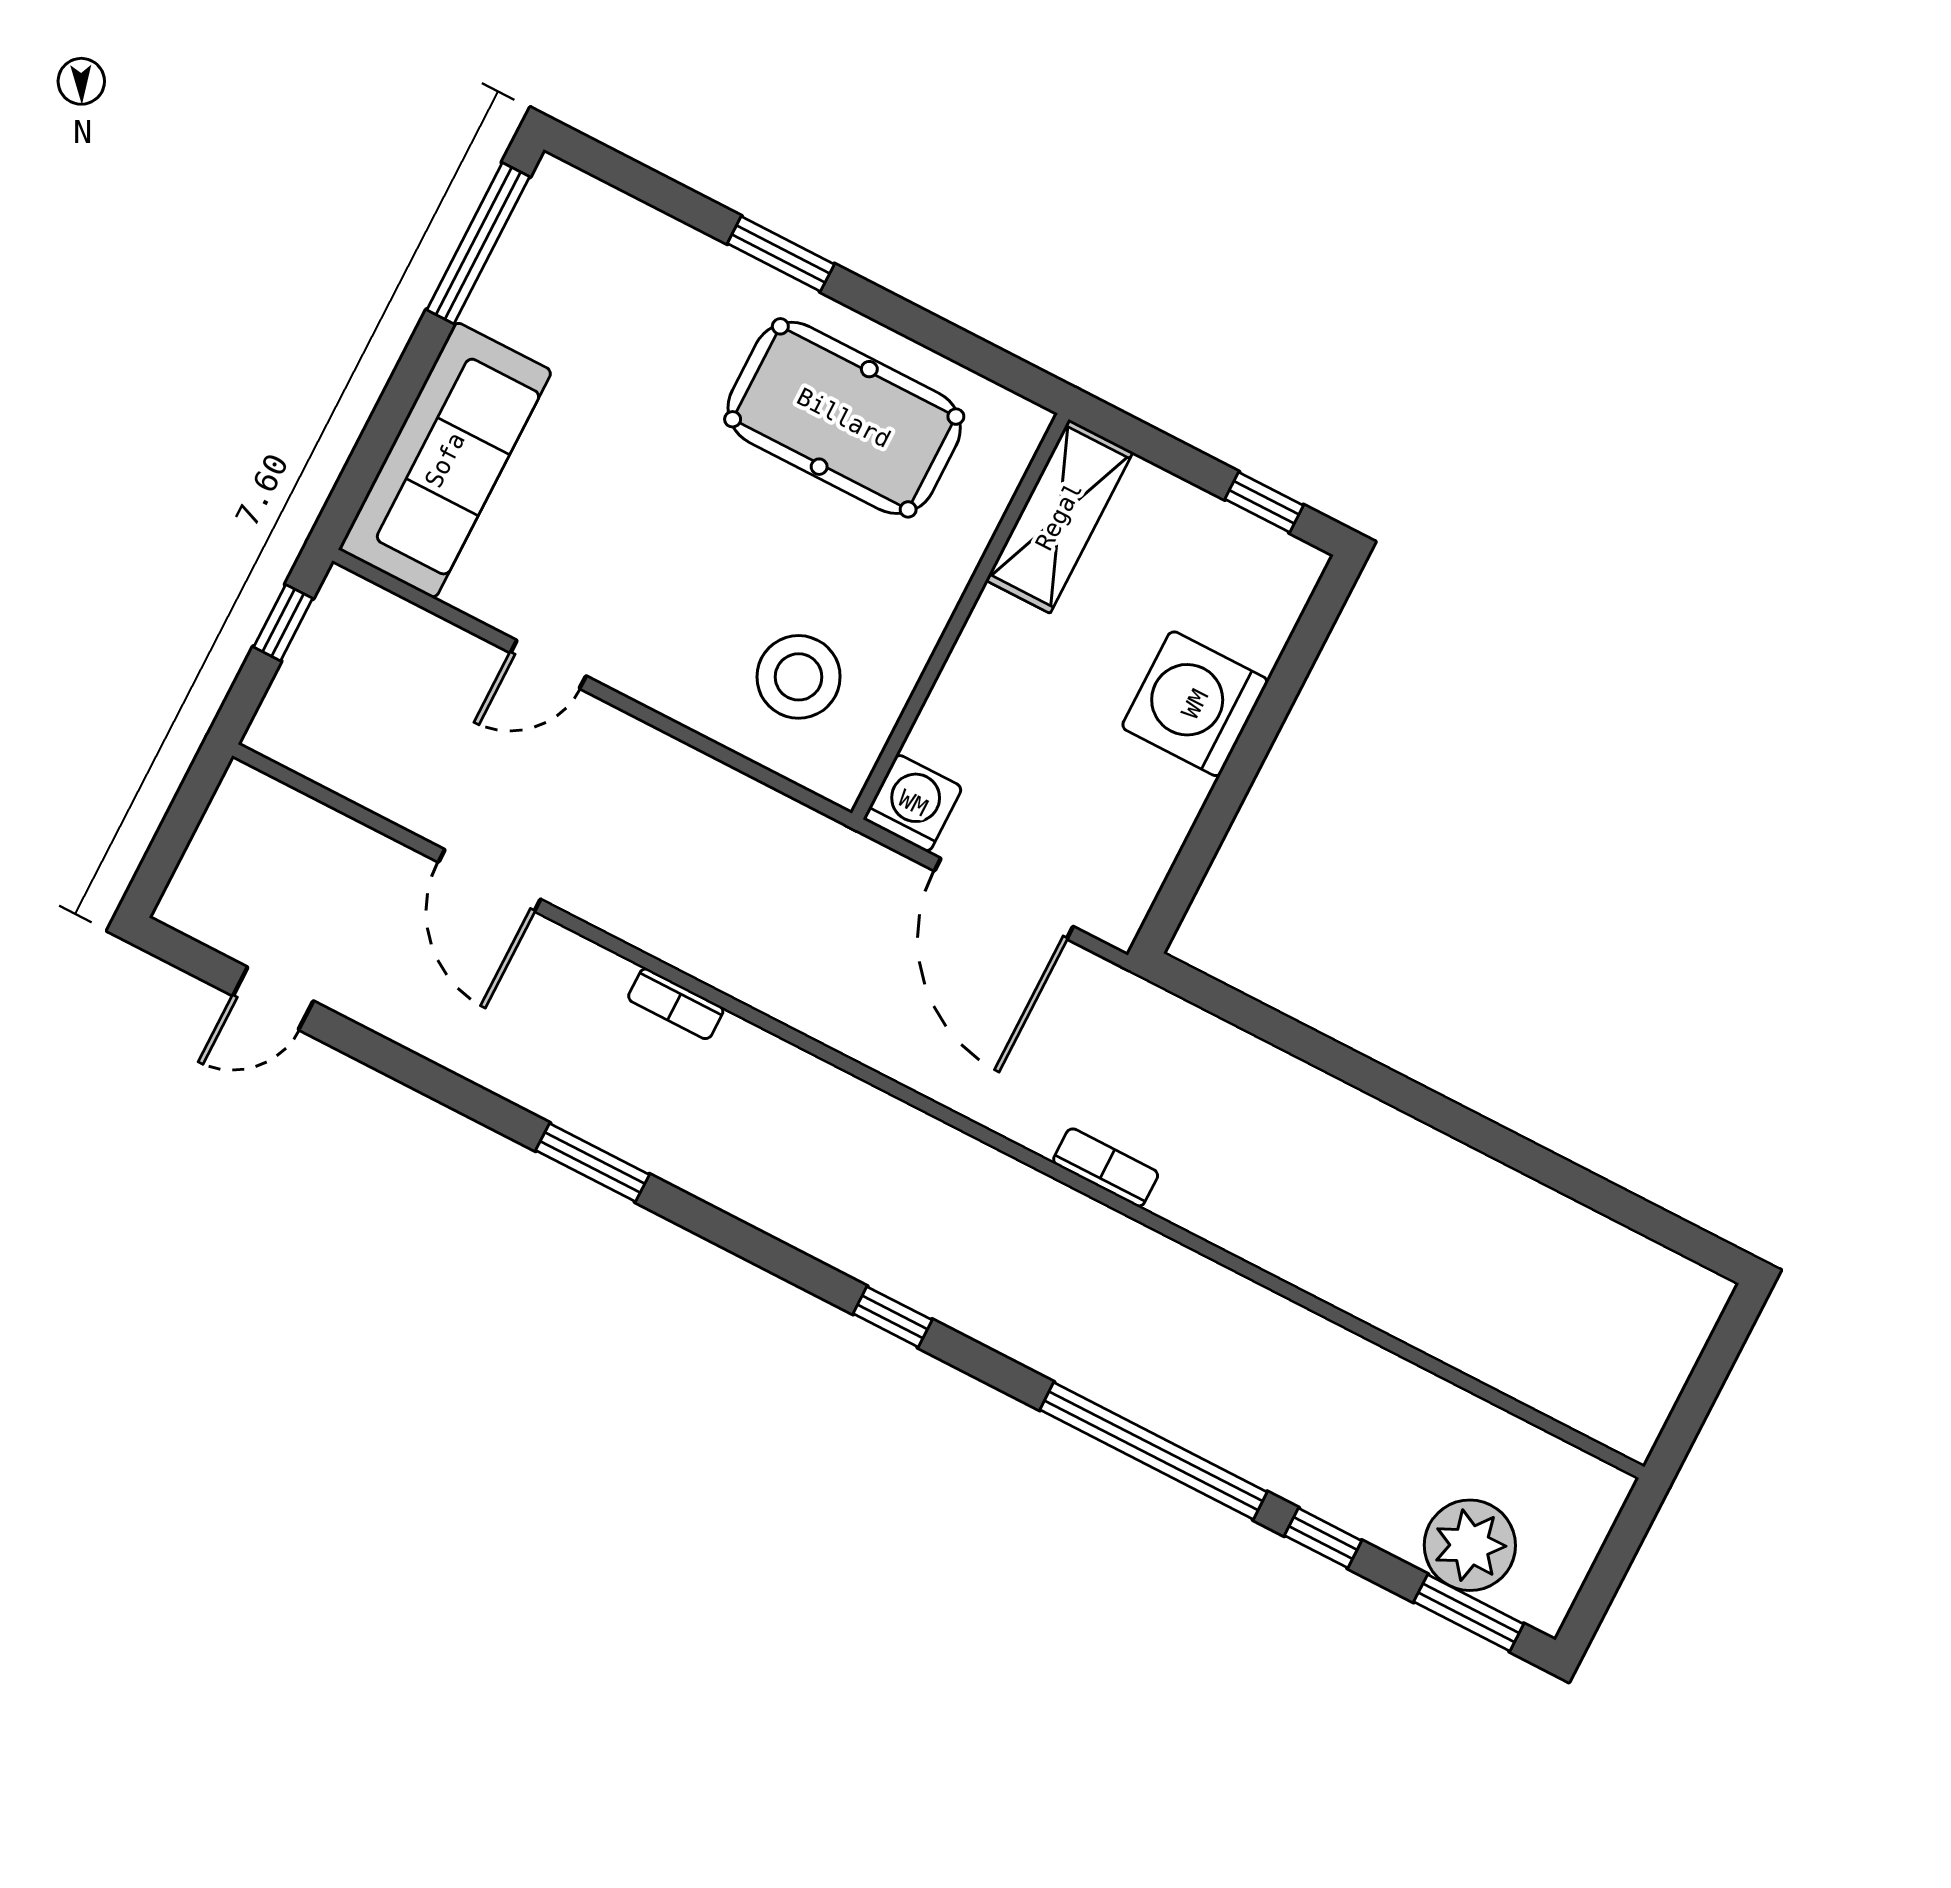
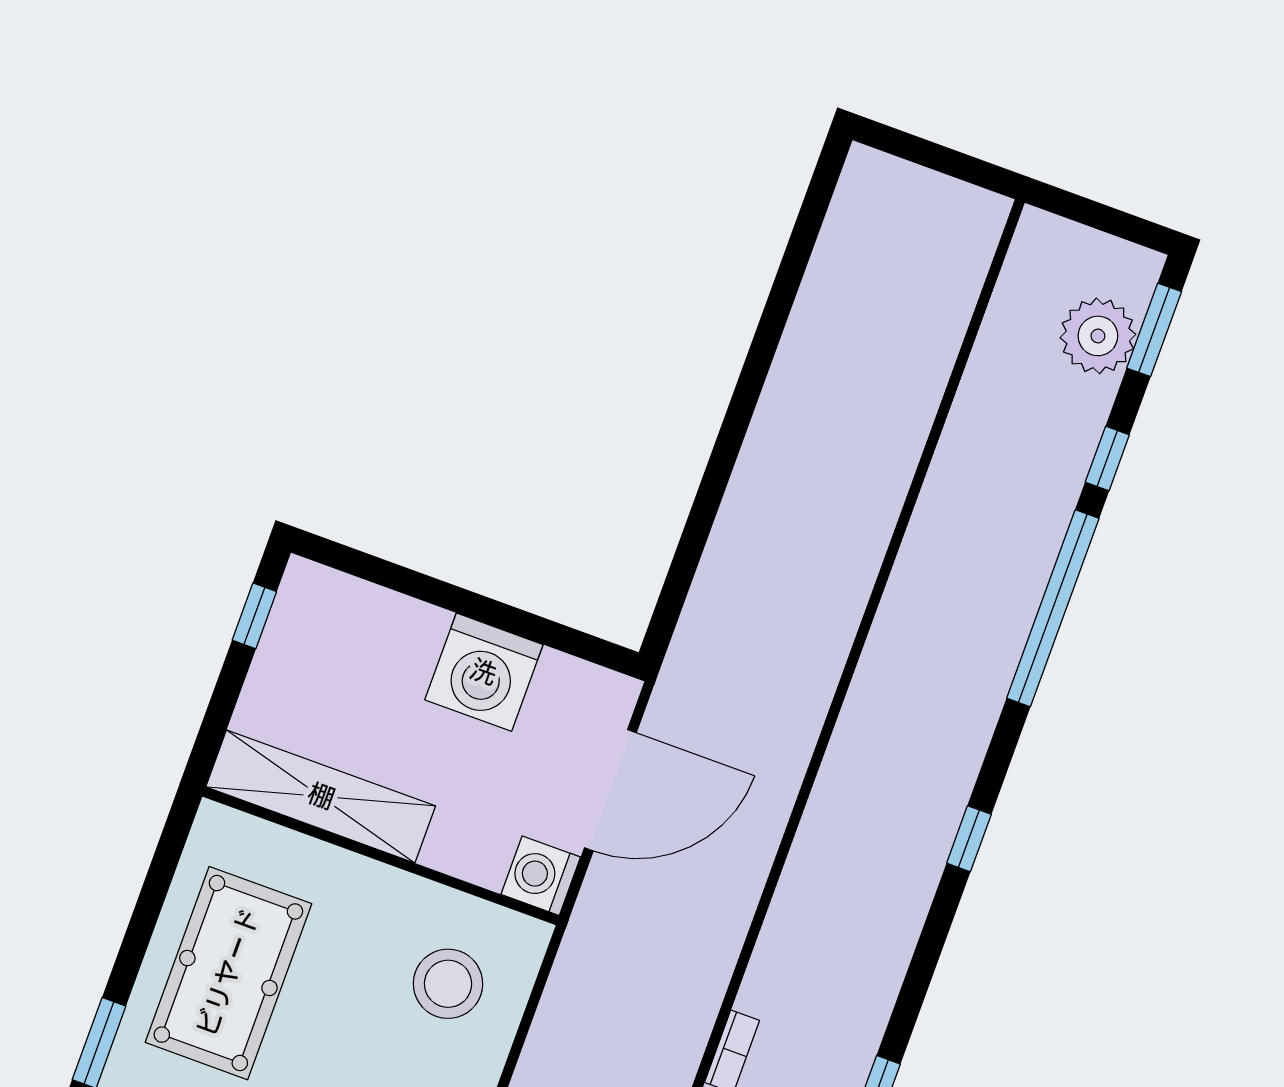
shelving: (1059, 516) -> (321, 796), width x1.47
washing machine: (1195, 704) -> (484, 672), moved
bookcase: (1106, 1168) -> (823, 678), removed

